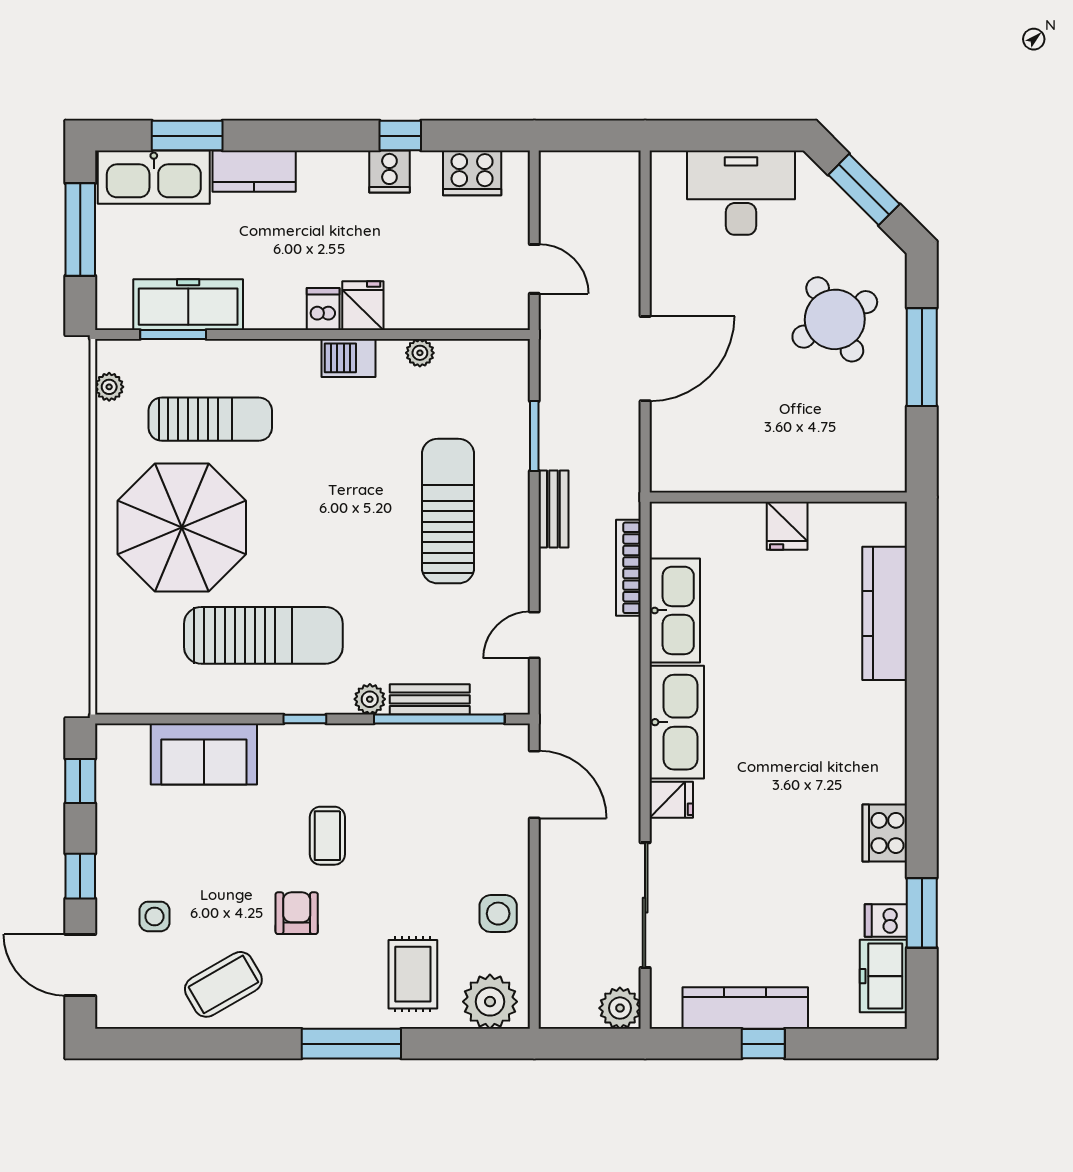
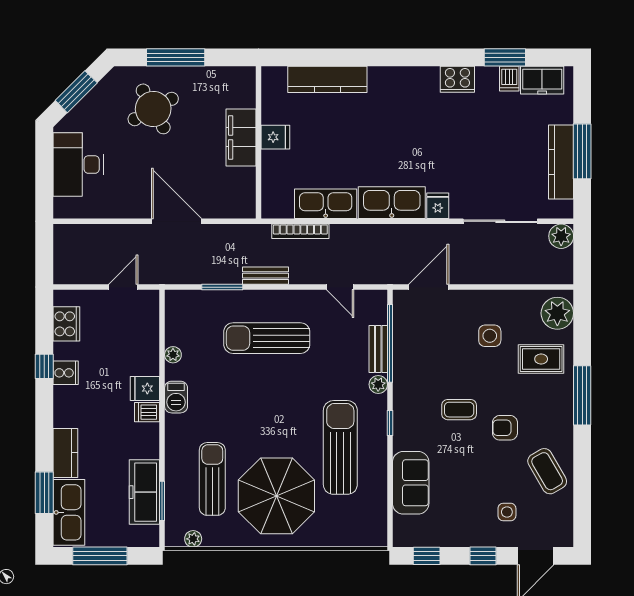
filing cabinet: (787, 468) -> (241, 137), added
side table: (498, 914) -> (490, 336), moved
window: (763, 1044) -> (582, 151), width x2.17

